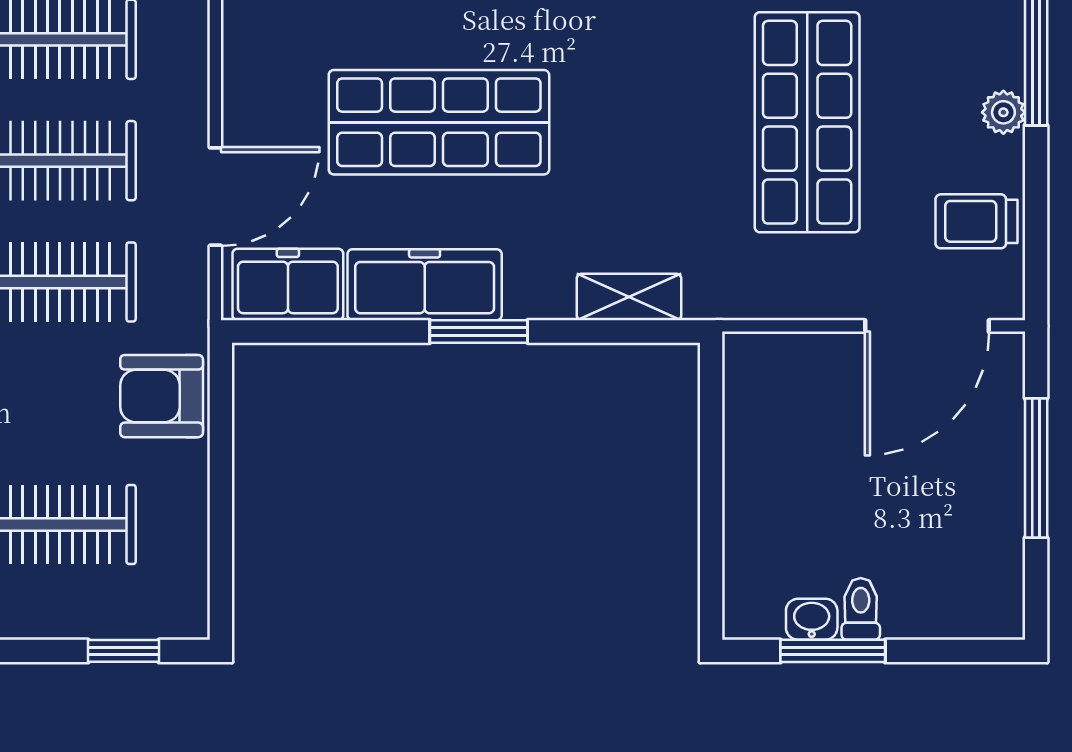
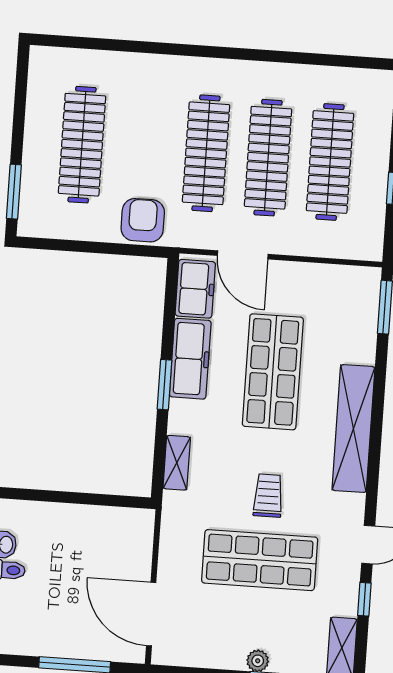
trolley: (976, 221) -> (268, 496), moved
window: (123, 651) -> (14, 192), width x1.50

